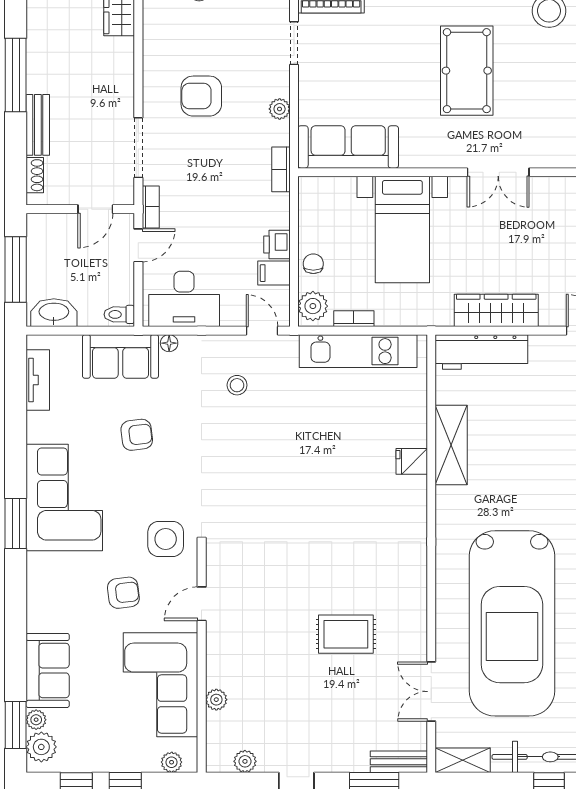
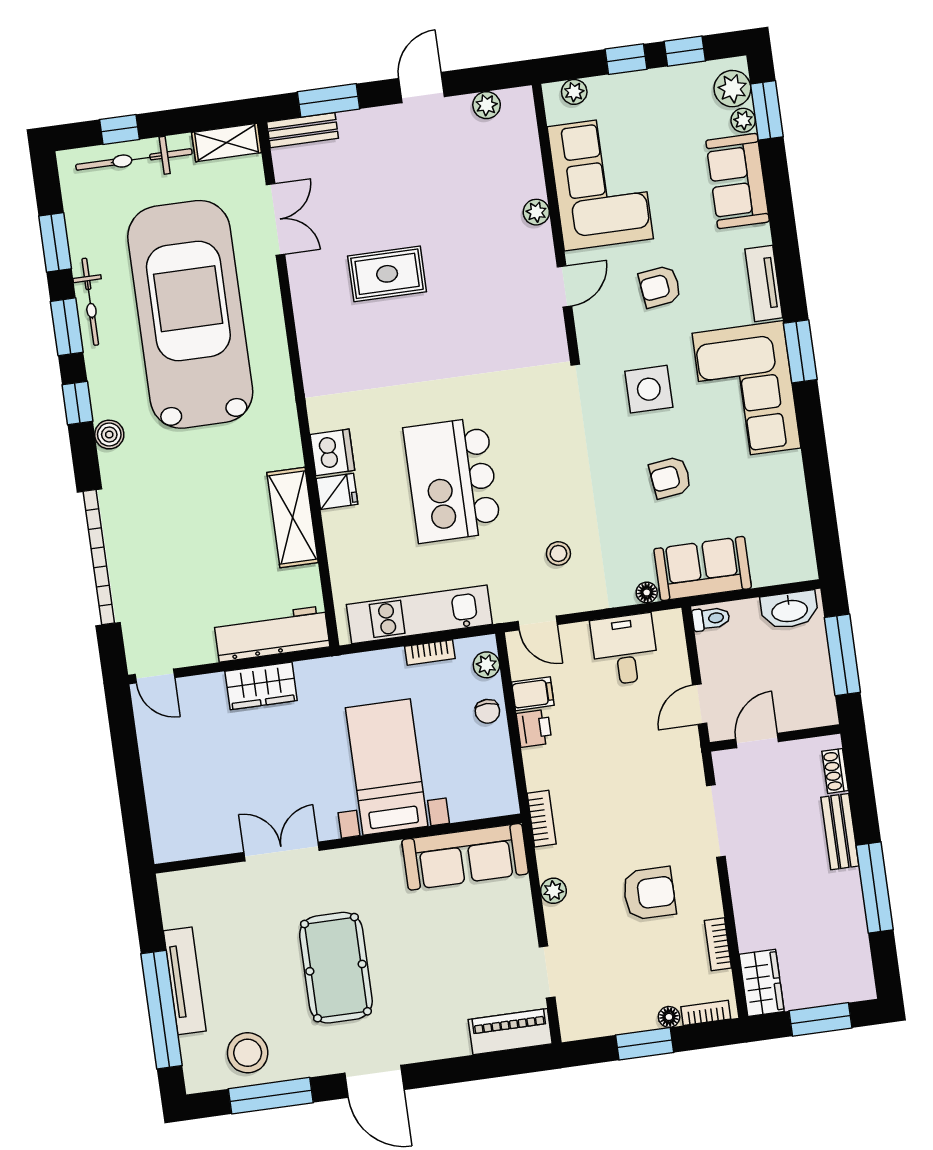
bookcase: (151, 207) -> (718, 944), moved
desk: (184, 299) -> (625, 649), width x0.73
plant: (313, 306) -> (486, 665), width x0.73, depth x0.73
wardrobe: (496, 310) -> (261, 686), width x0.67
tv unit: (38, 380) -> (764, 283), moved
kitchen island: (316, 458) -> (452, 480), added
dishwasher: (411, 494) -> (332, 452), added
side table: (166, 539) -> (649, 389), moved
plant: (216, 700) -> (536, 212), moved

